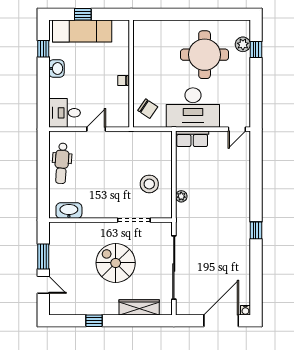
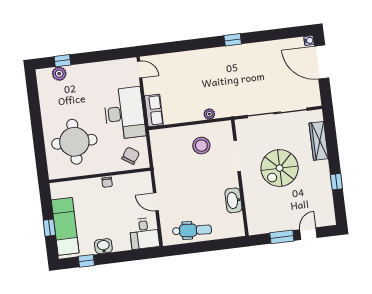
round table: (205, 55) -> (74, 142), moved
washbasin: (69, 211) -> (233, 200), moved

